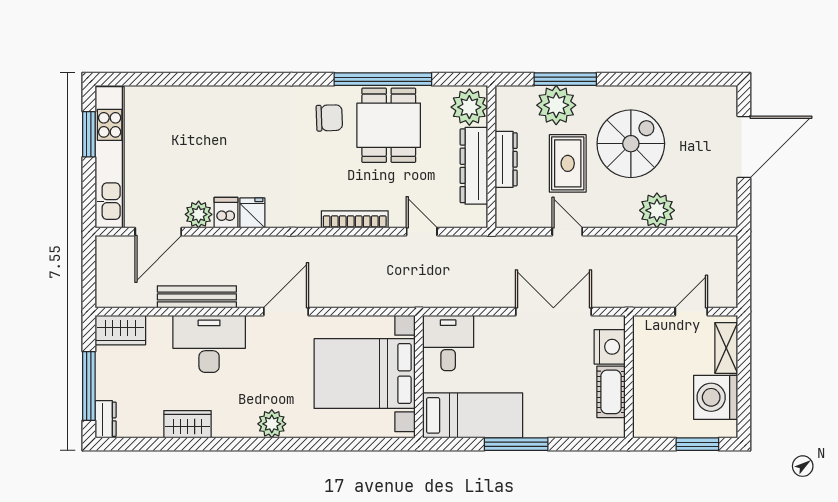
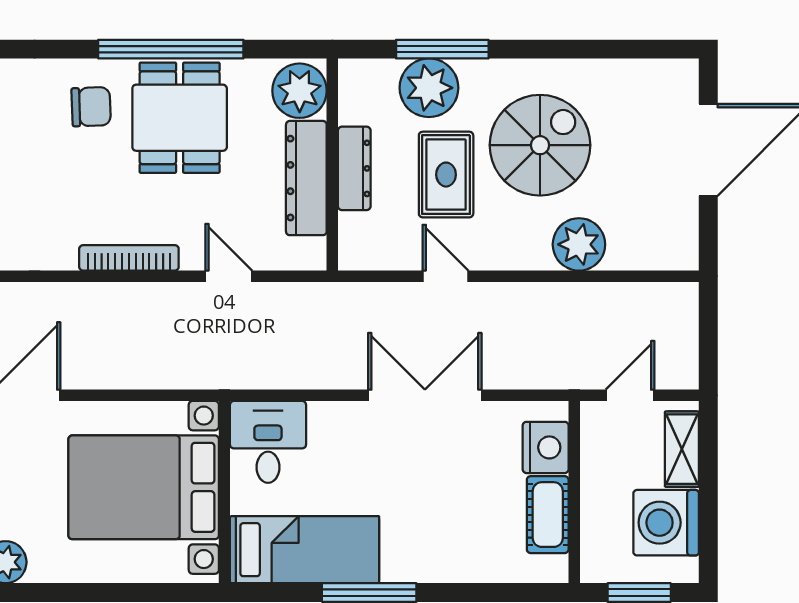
nightstand: (610, 347) -> (546, 447), moved
wall: (629, 377) -> (574, 492), moved
cot: (611, 392) -> (548, 515), moved

